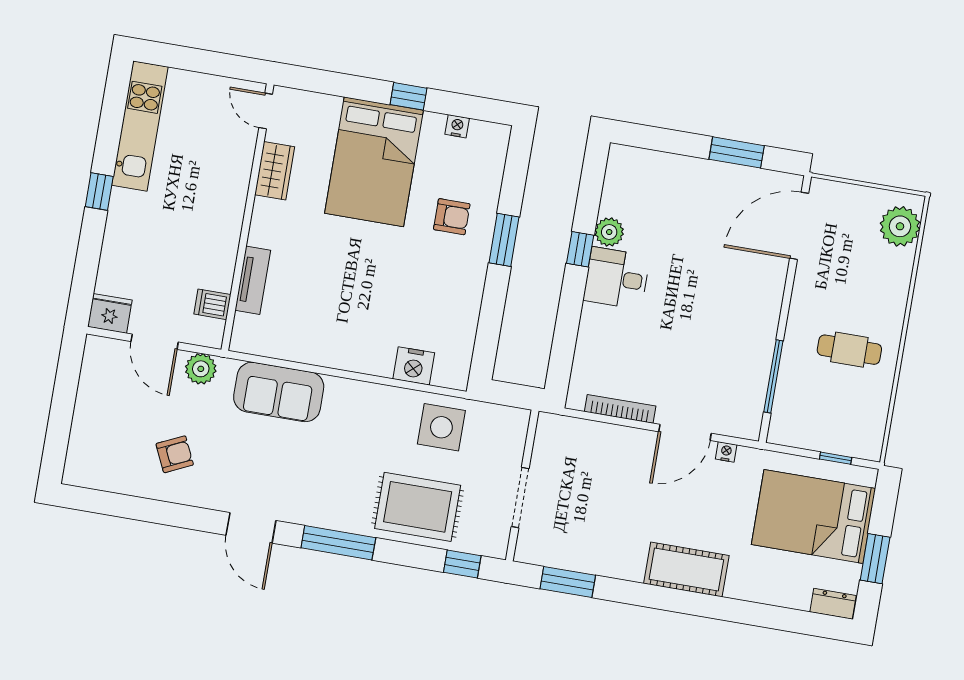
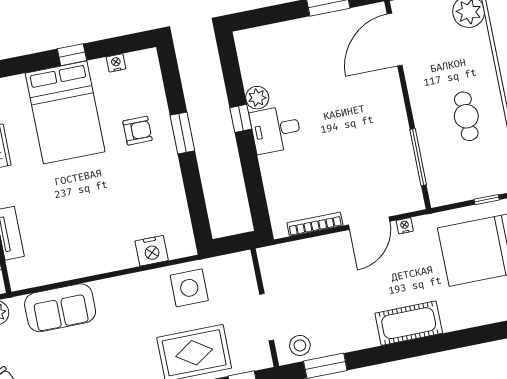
cafe table: (849, 350) -> (466, 116), turned 90
stool: (547, 546) -> (300, 345), added

